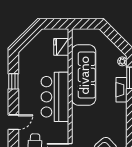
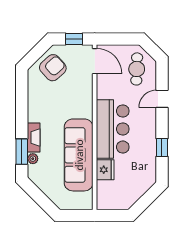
fridge: (61, 47) -> (105, 170), moved
plant: (122, 61) -> (33, 159), moved

